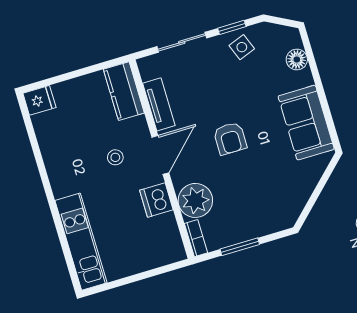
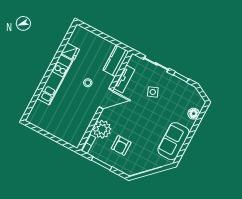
side table: (242, 47) -> (153, 92), moved
fridge: (39, 100) -> (70, 51), moved
armchair: (230, 138) -> (121, 145), moved
dishwasher: (156, 200) -> (87, 114), removed
kitchen unit: (81, 242) -> (55, 80), moved

